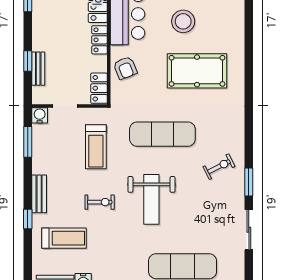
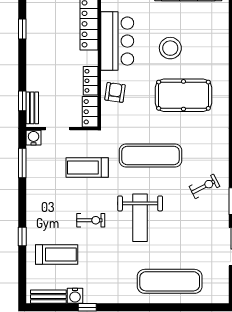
locker: (99, 40) -> (91, 81), moved
window: (28, 61) -> (22, 101), moved
armchair: (125, 68) -> (115, 92), turned -150
bench: (38, 69) -> (32, 108), moved
treadmill: (96, 147) -> (87, 168), turned 90
bench: (39, 194) -> (33, 212), removed

